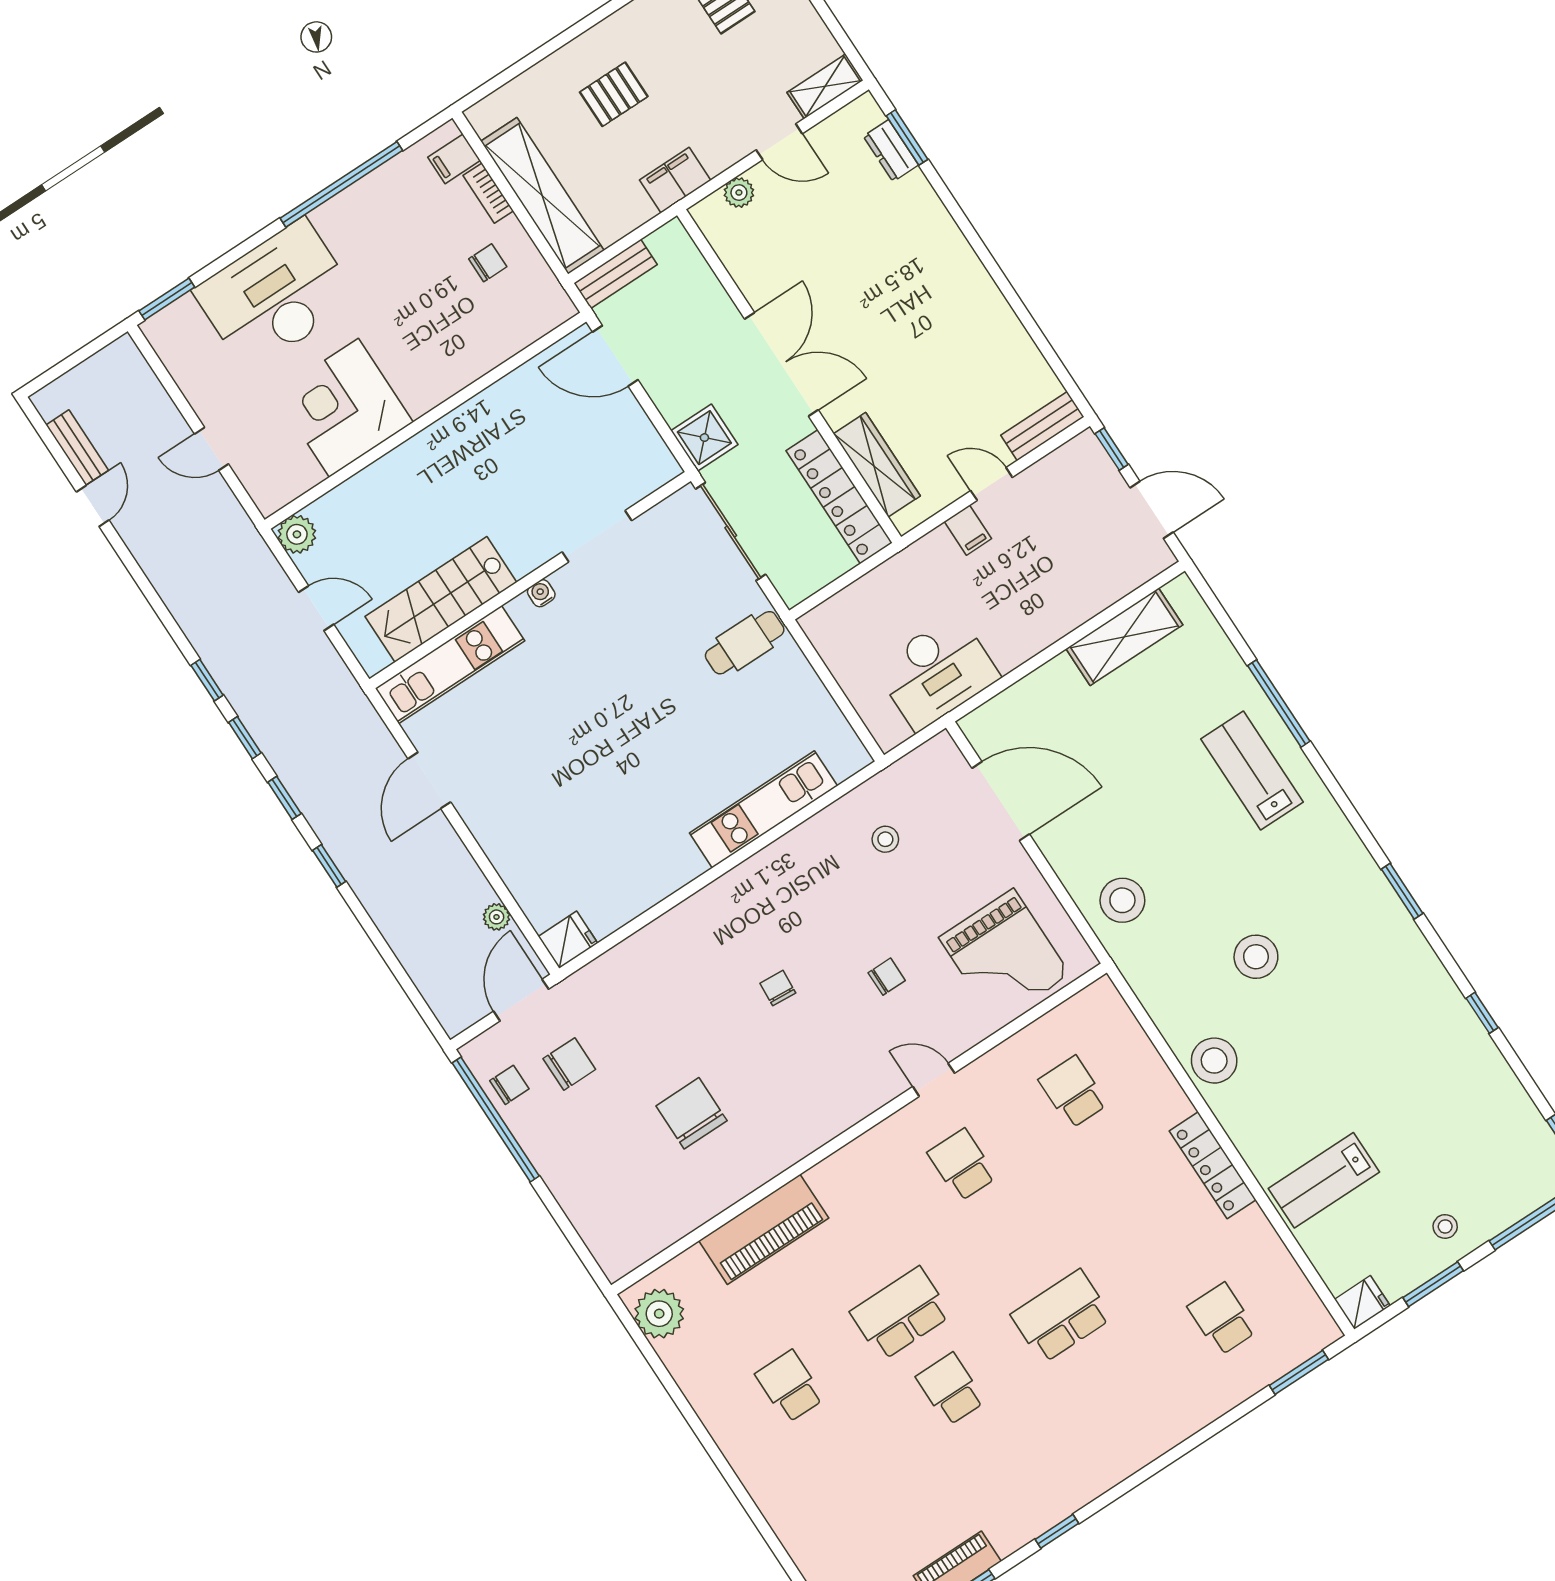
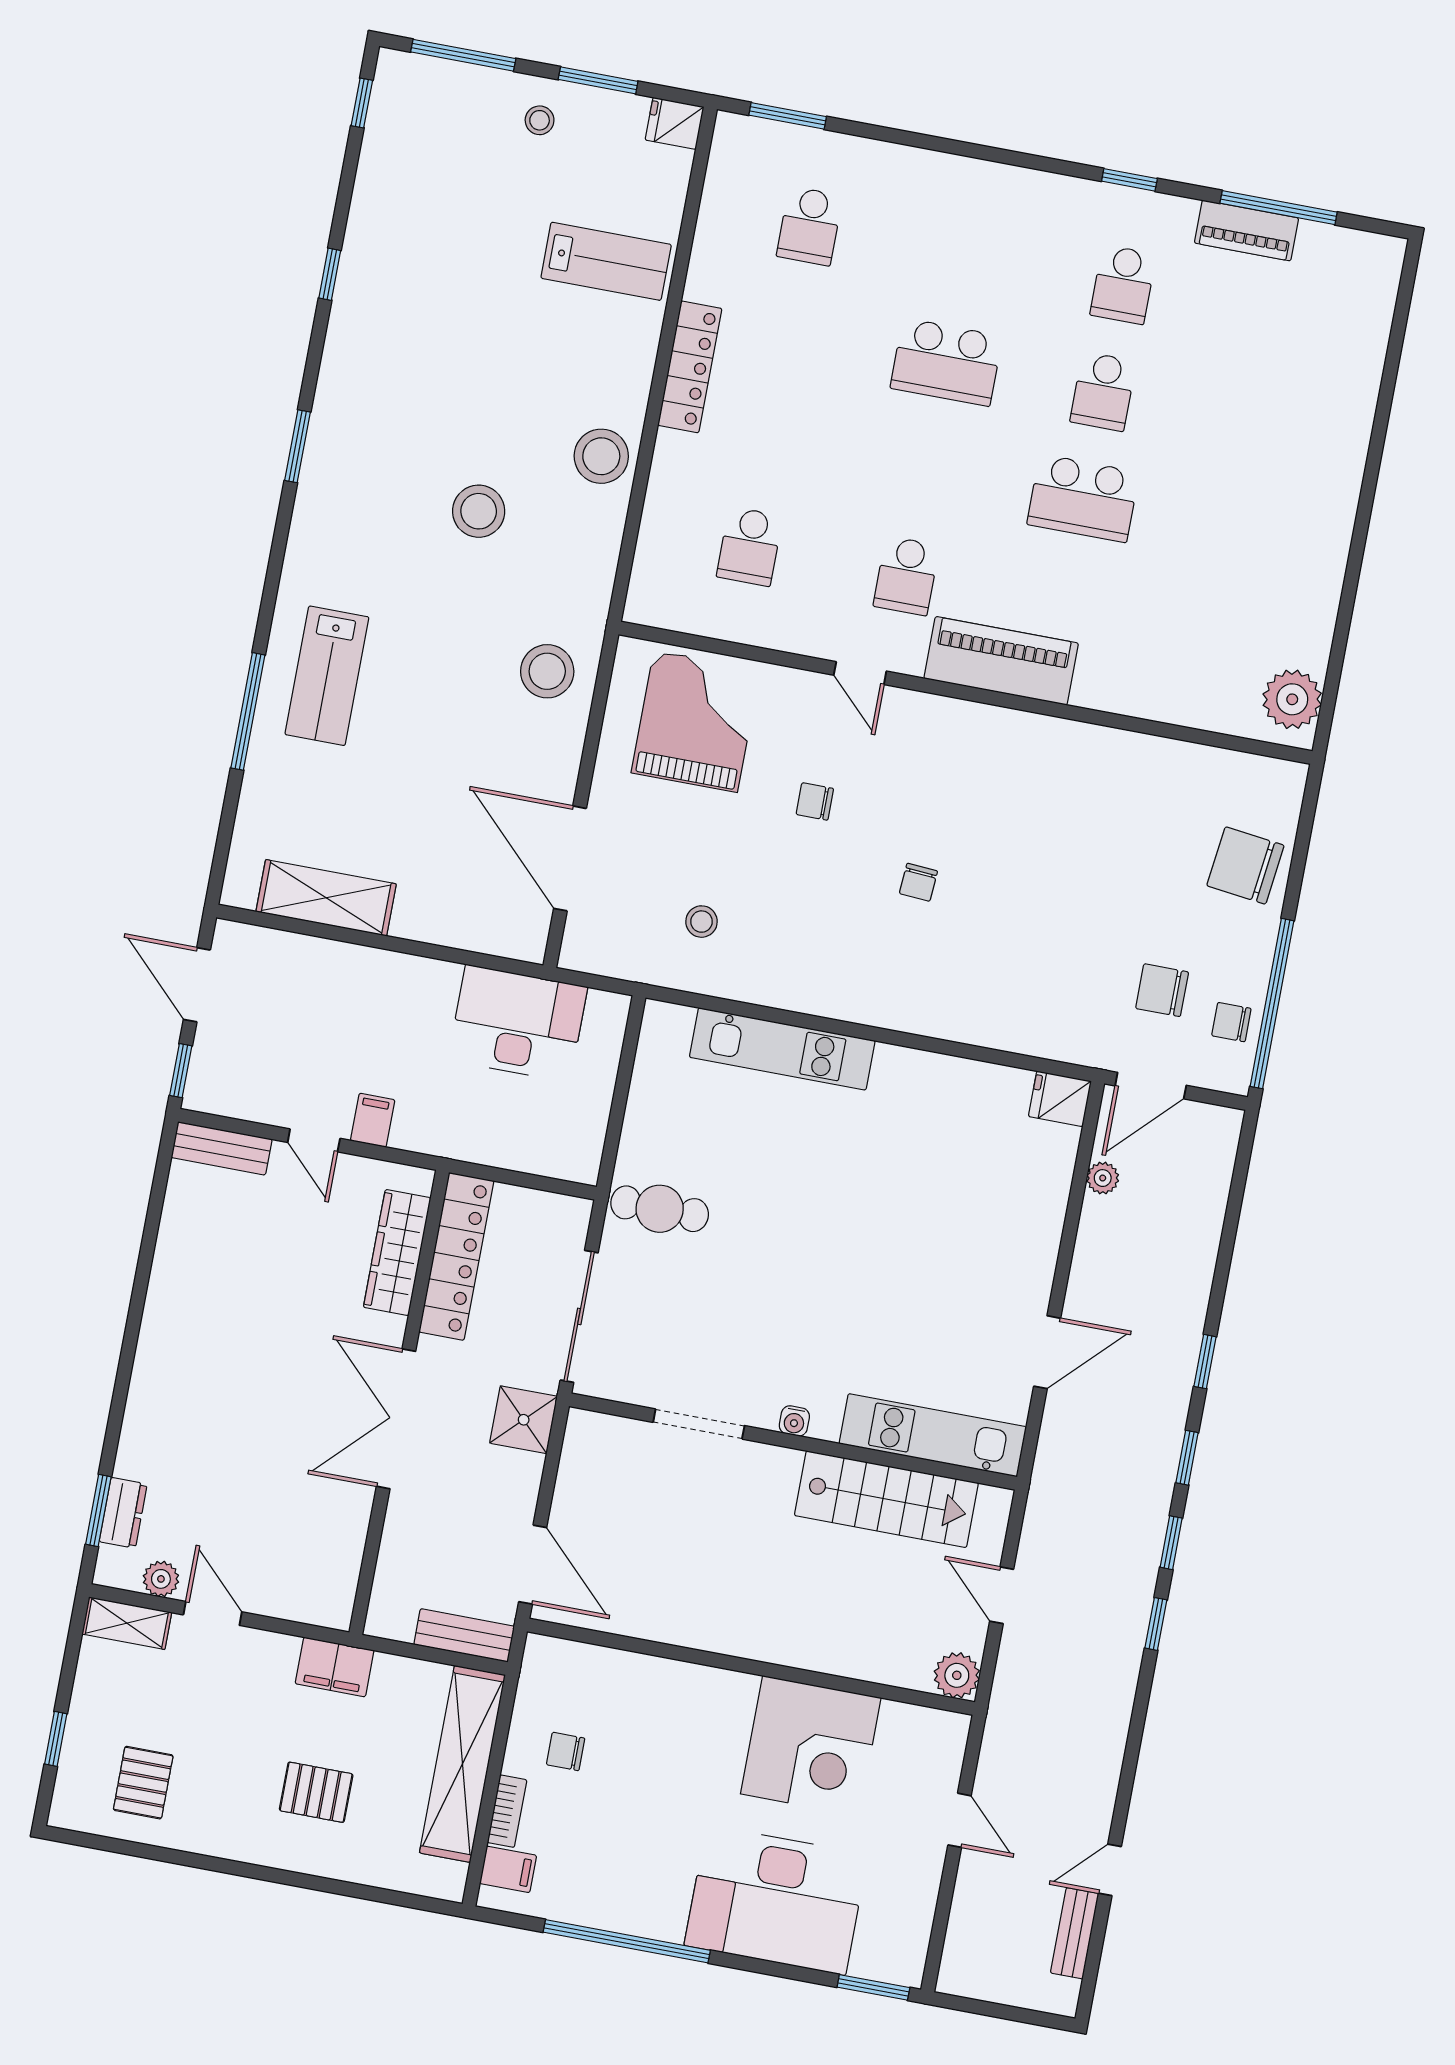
plant: (739, 193) -> (161, 1579), moved
chair: (692, 1113) -> (1245, 865), moved, turned 97
piano: (764, 1229) -> (1001, 661), moved
school desk: (790, 1386) -> (1123, 285), moved

